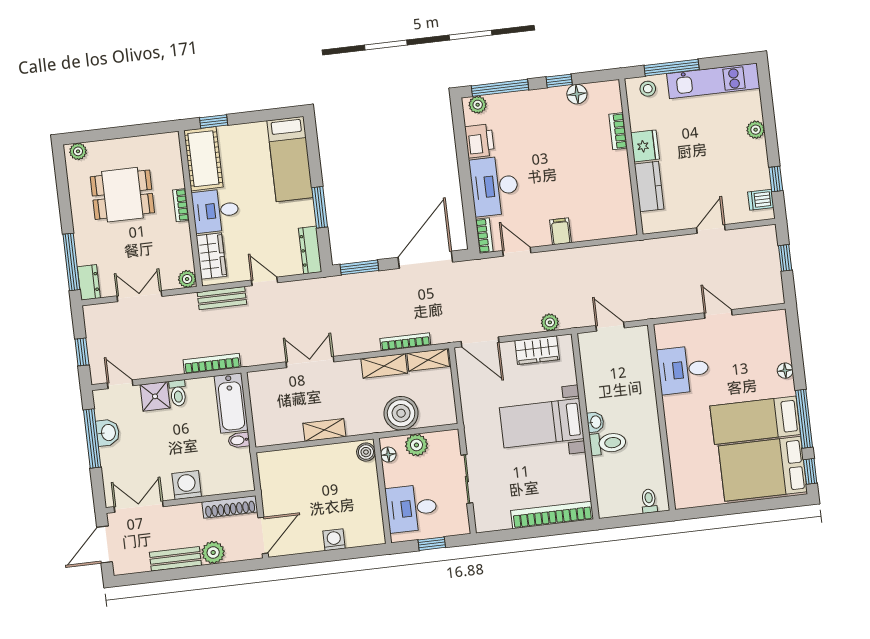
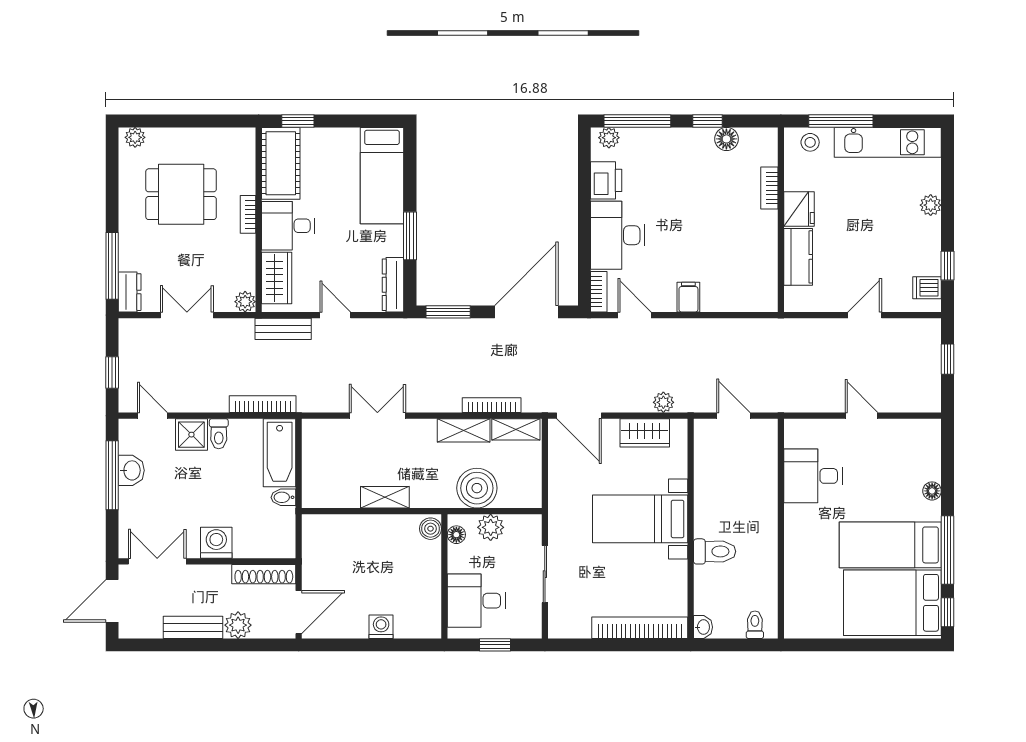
washbasin: (595, 422) -> (703, 627), moved

